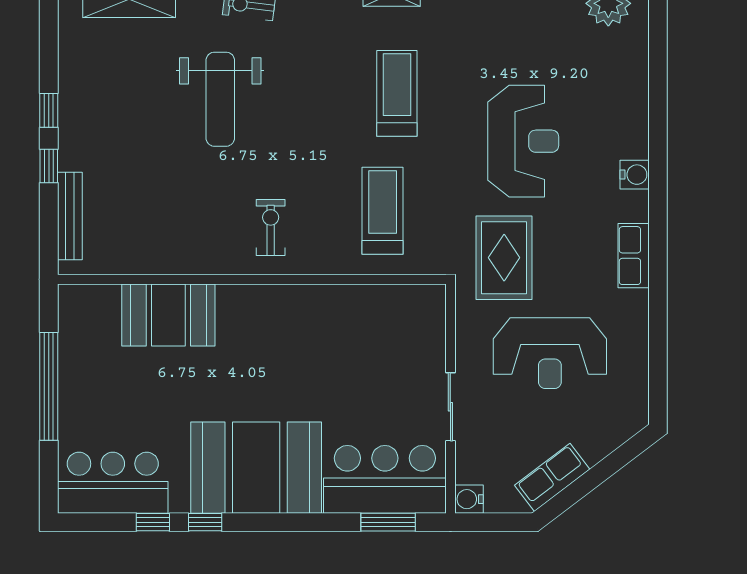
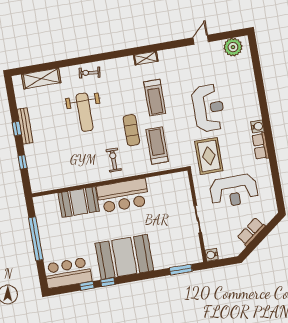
treadmill: (397, 93) -> (155, 98), turned 180
exercise mat: (327, 163) -> (131, 130), added
window: (49, 166) -> (23, 162), moved
water cooler: (635, 175) -> (257, 126), moved
bench: (70, 216) -> (25, 126), moved
row of seats: (552, 477) -> (251, 232), moved
bar counter: (385, 479) -> (123, 196), moved, turned 180

